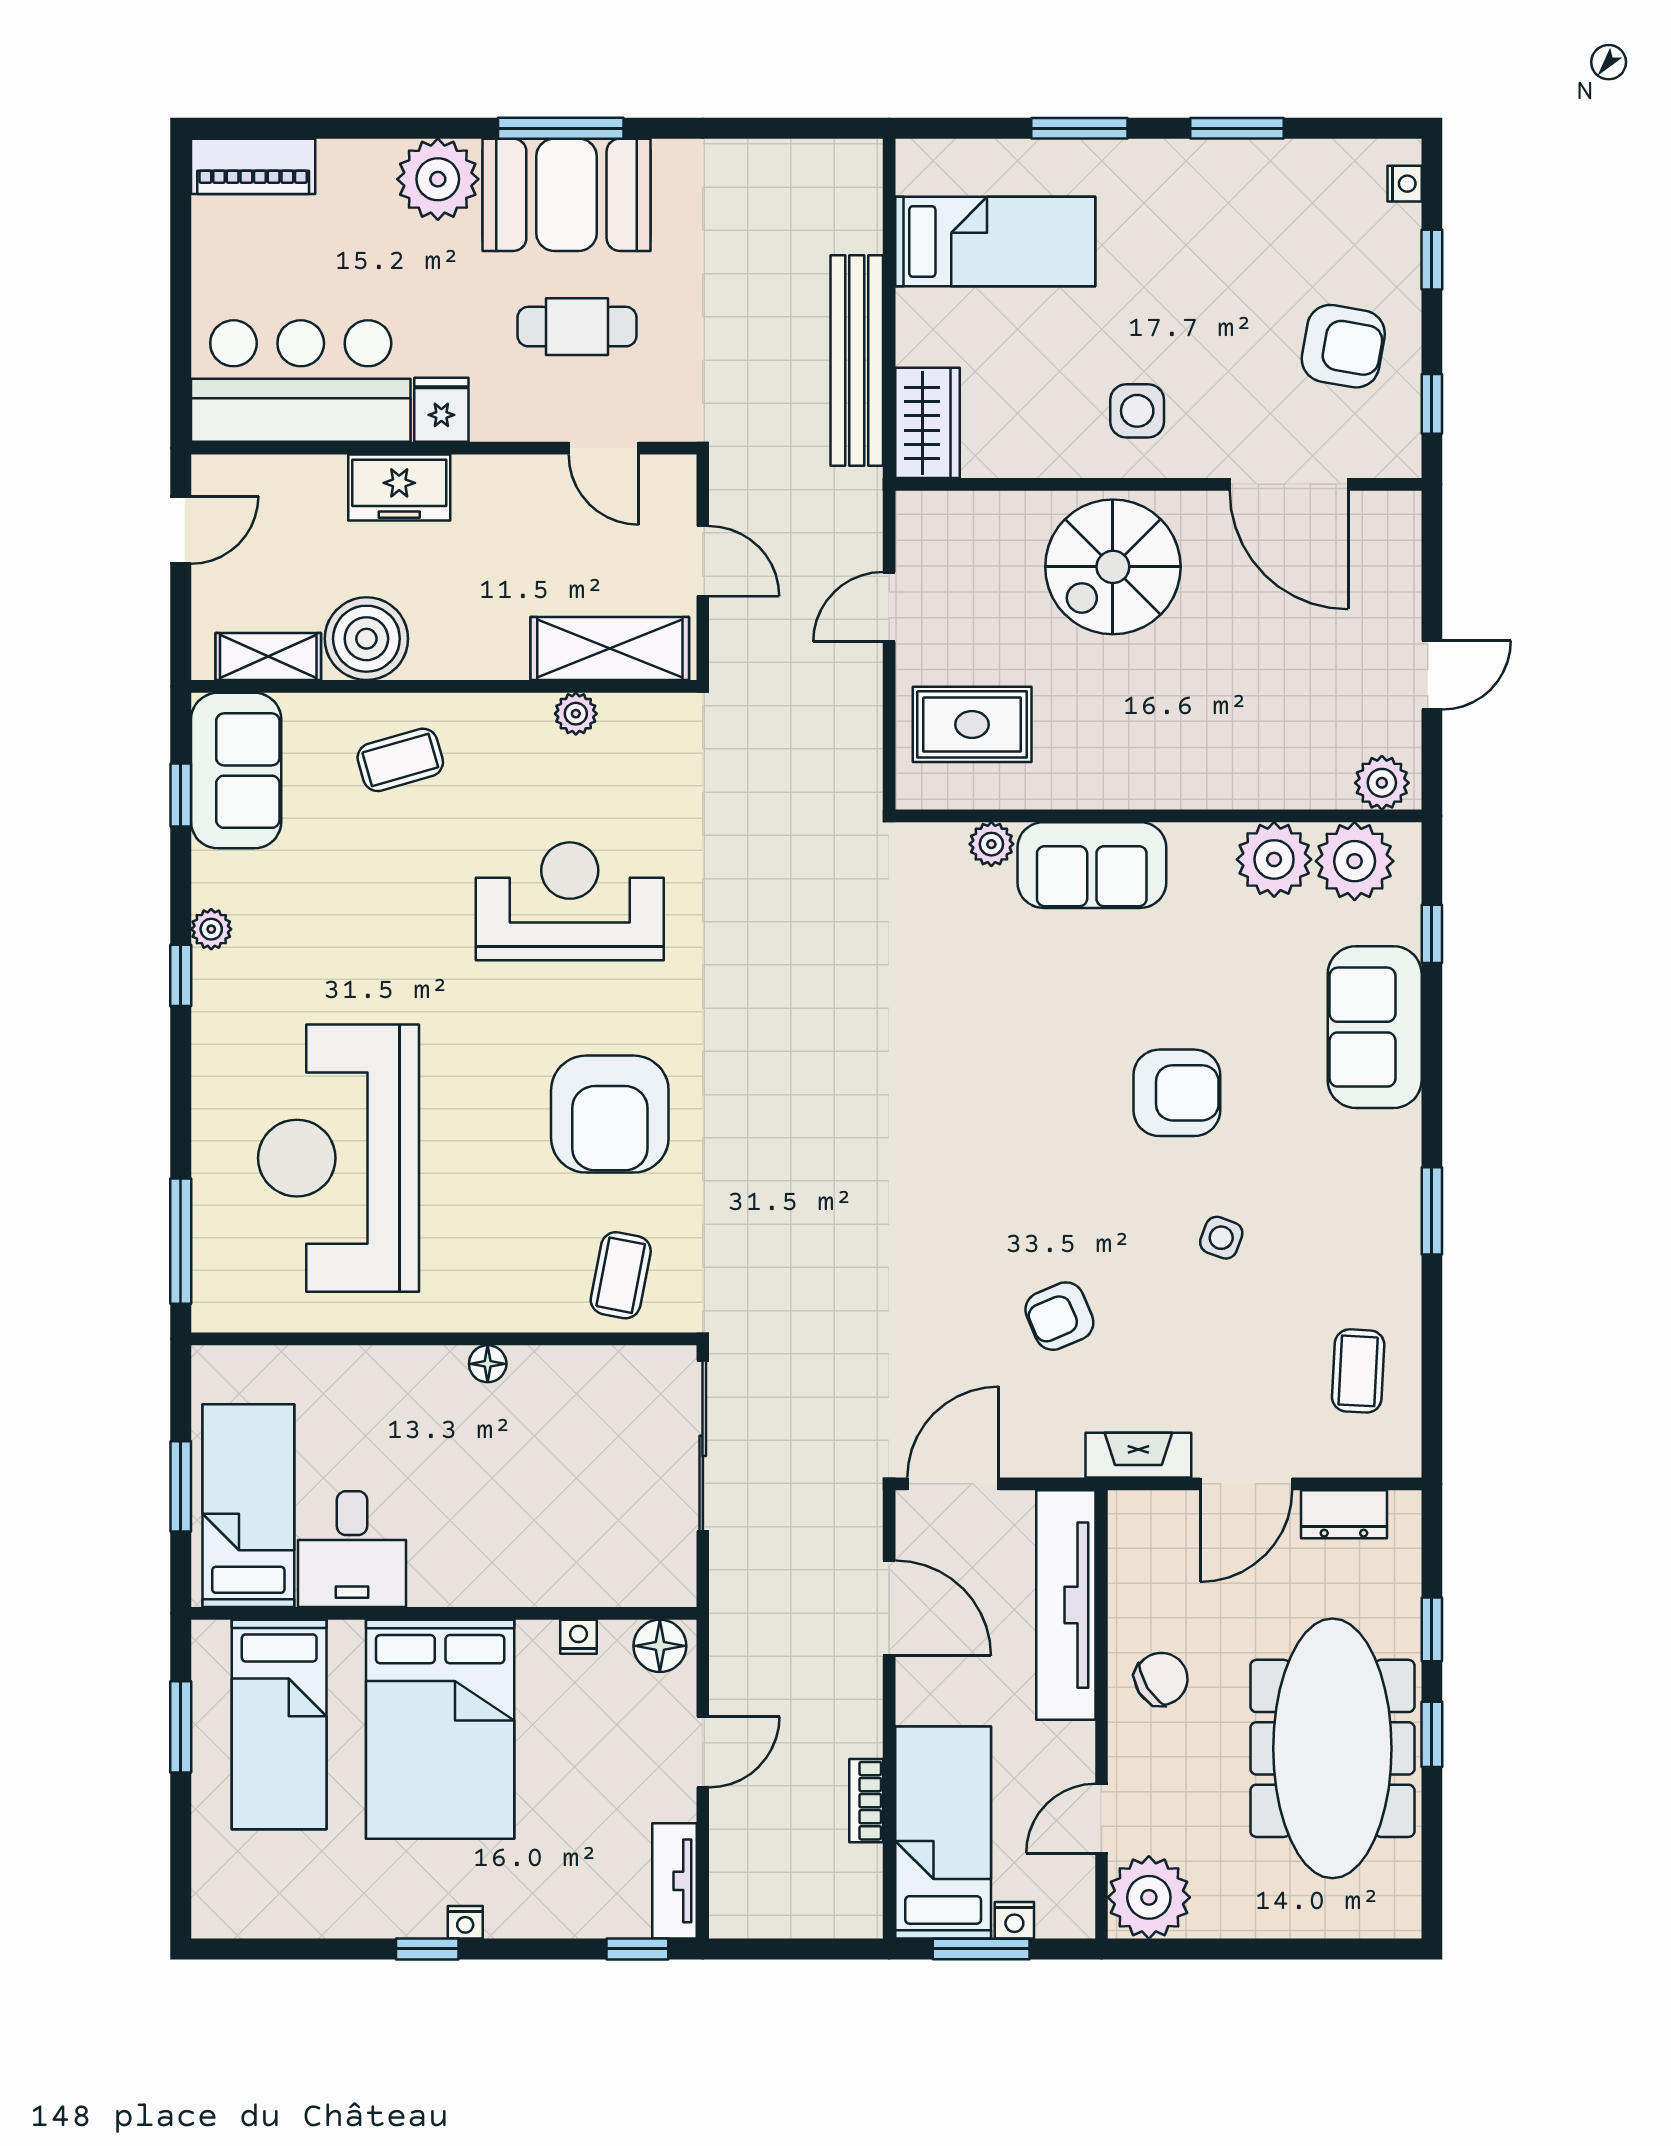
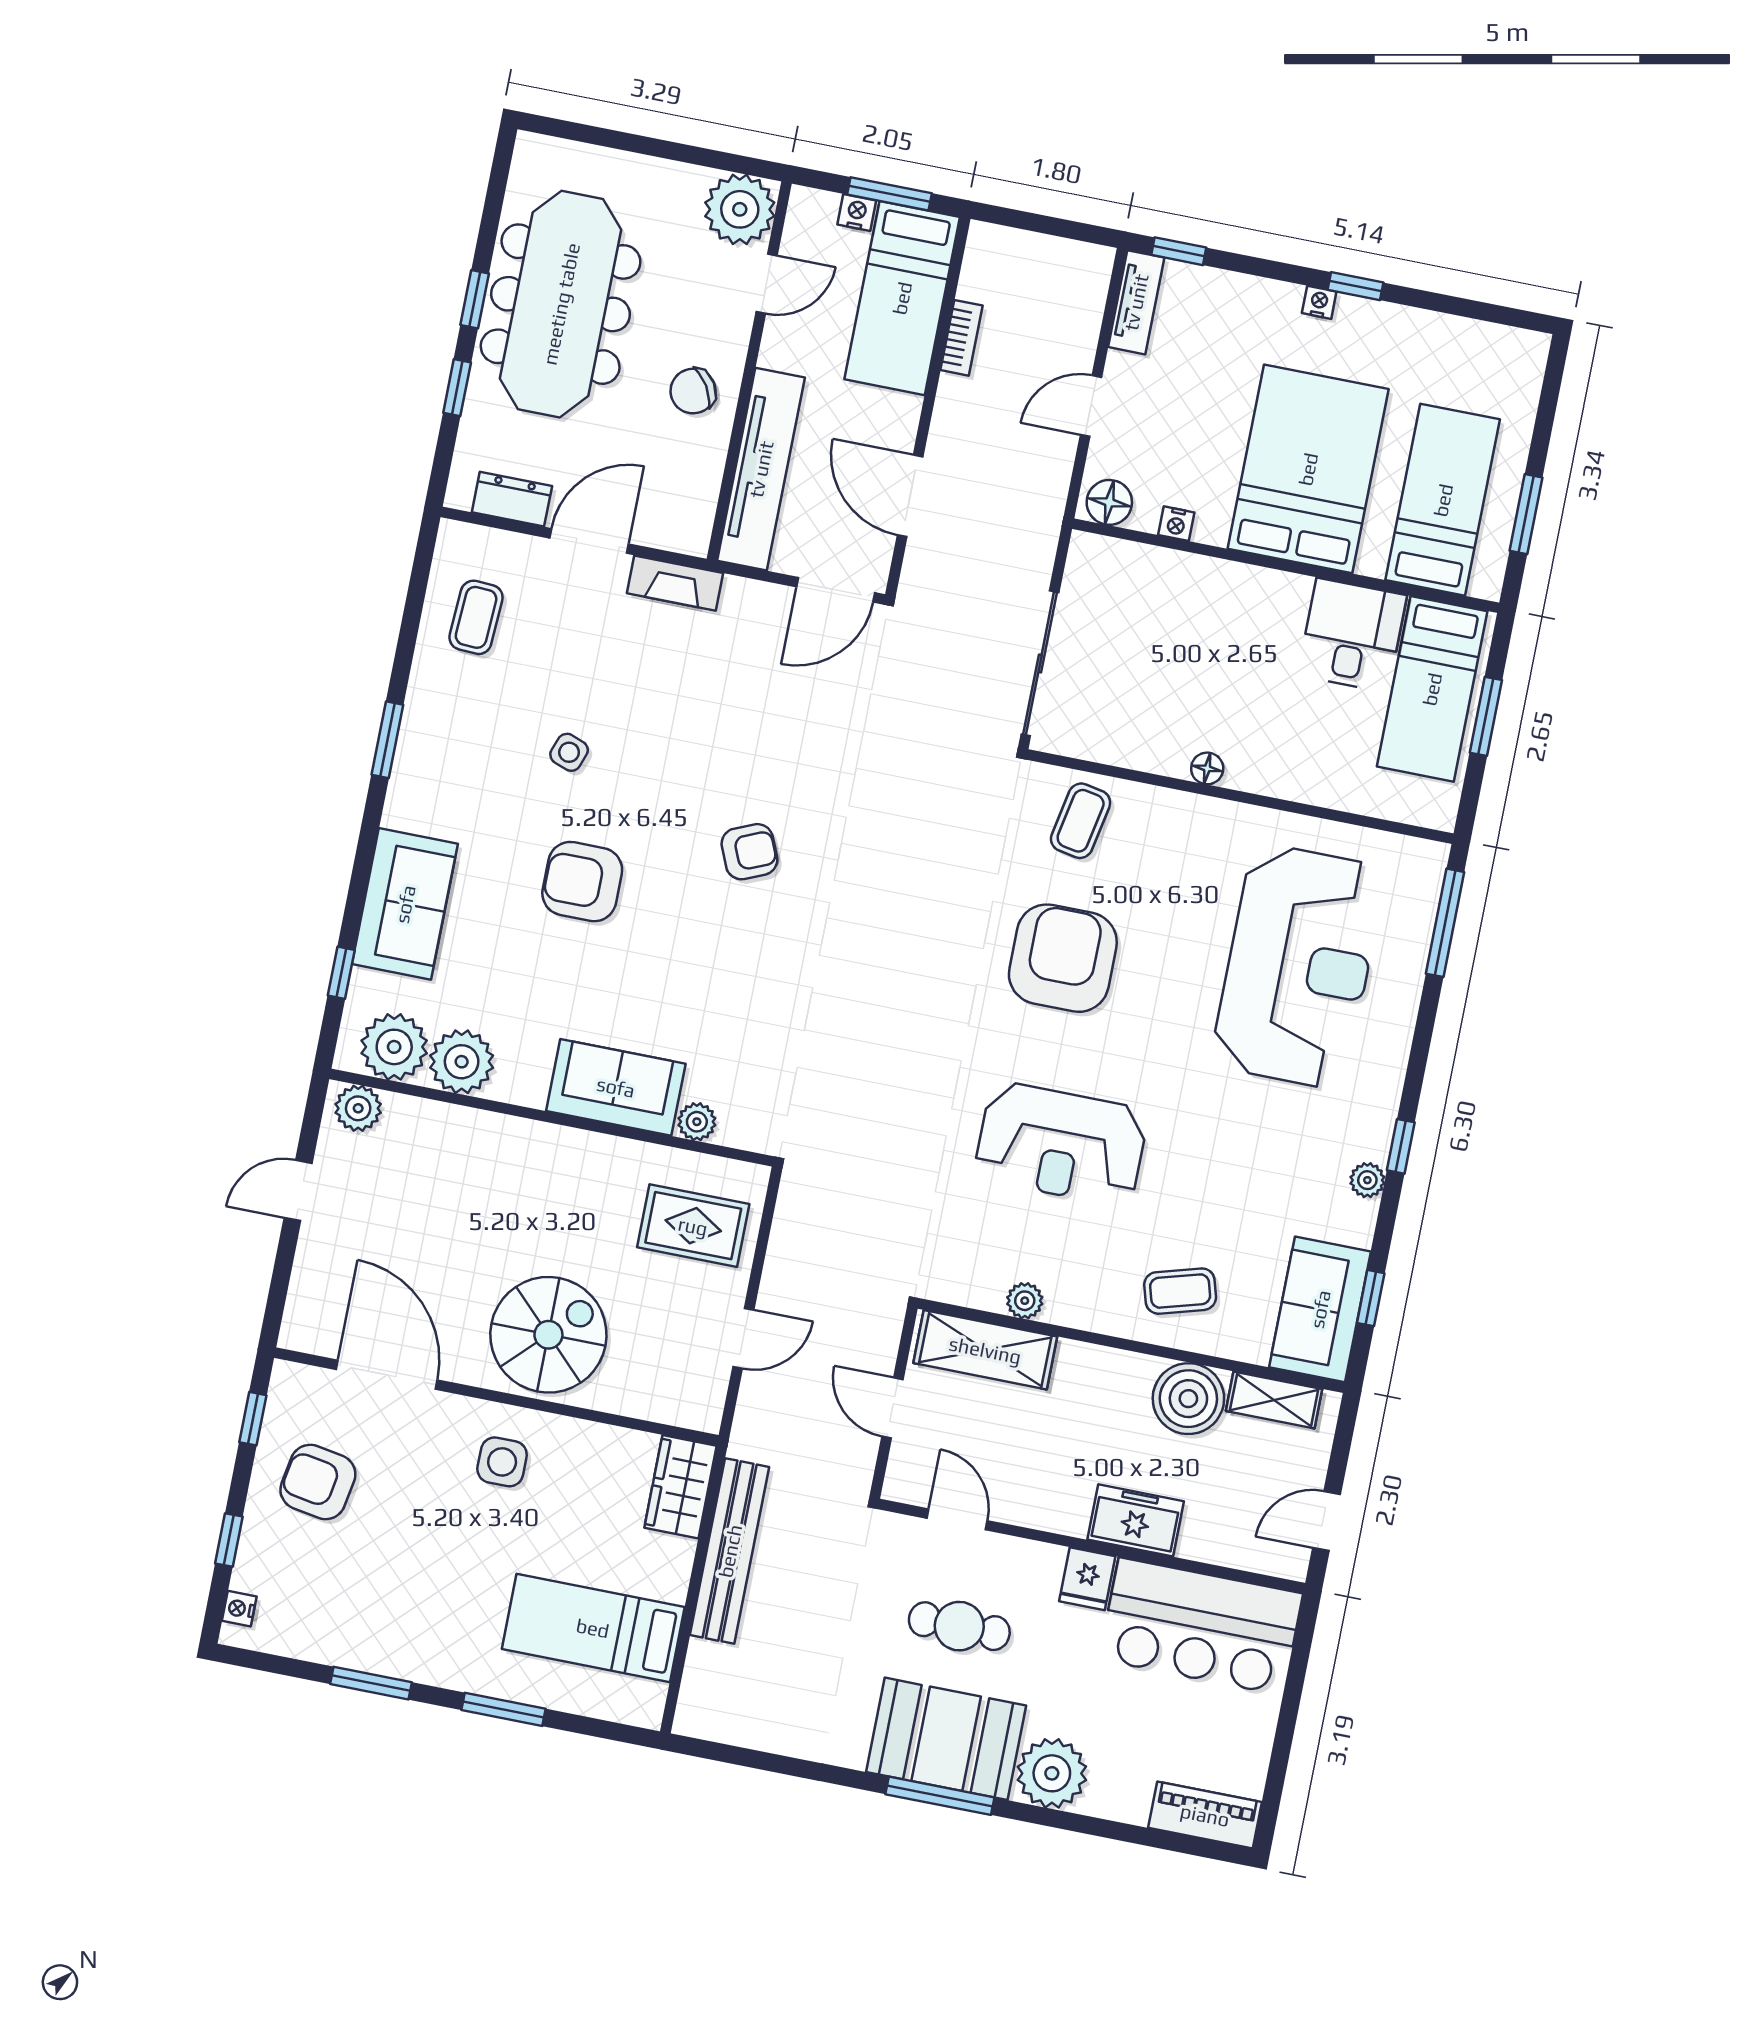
armchair: (1059, 1316) -> (749, 852), moved

